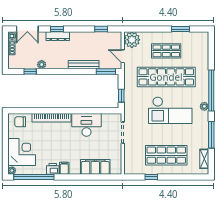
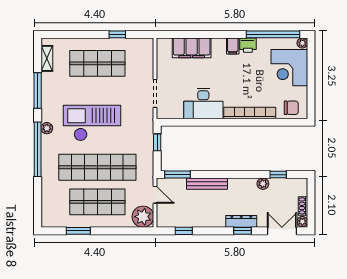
shop shelf: (166, 51) -> (97, 202), width x1.43, depth x1.36

